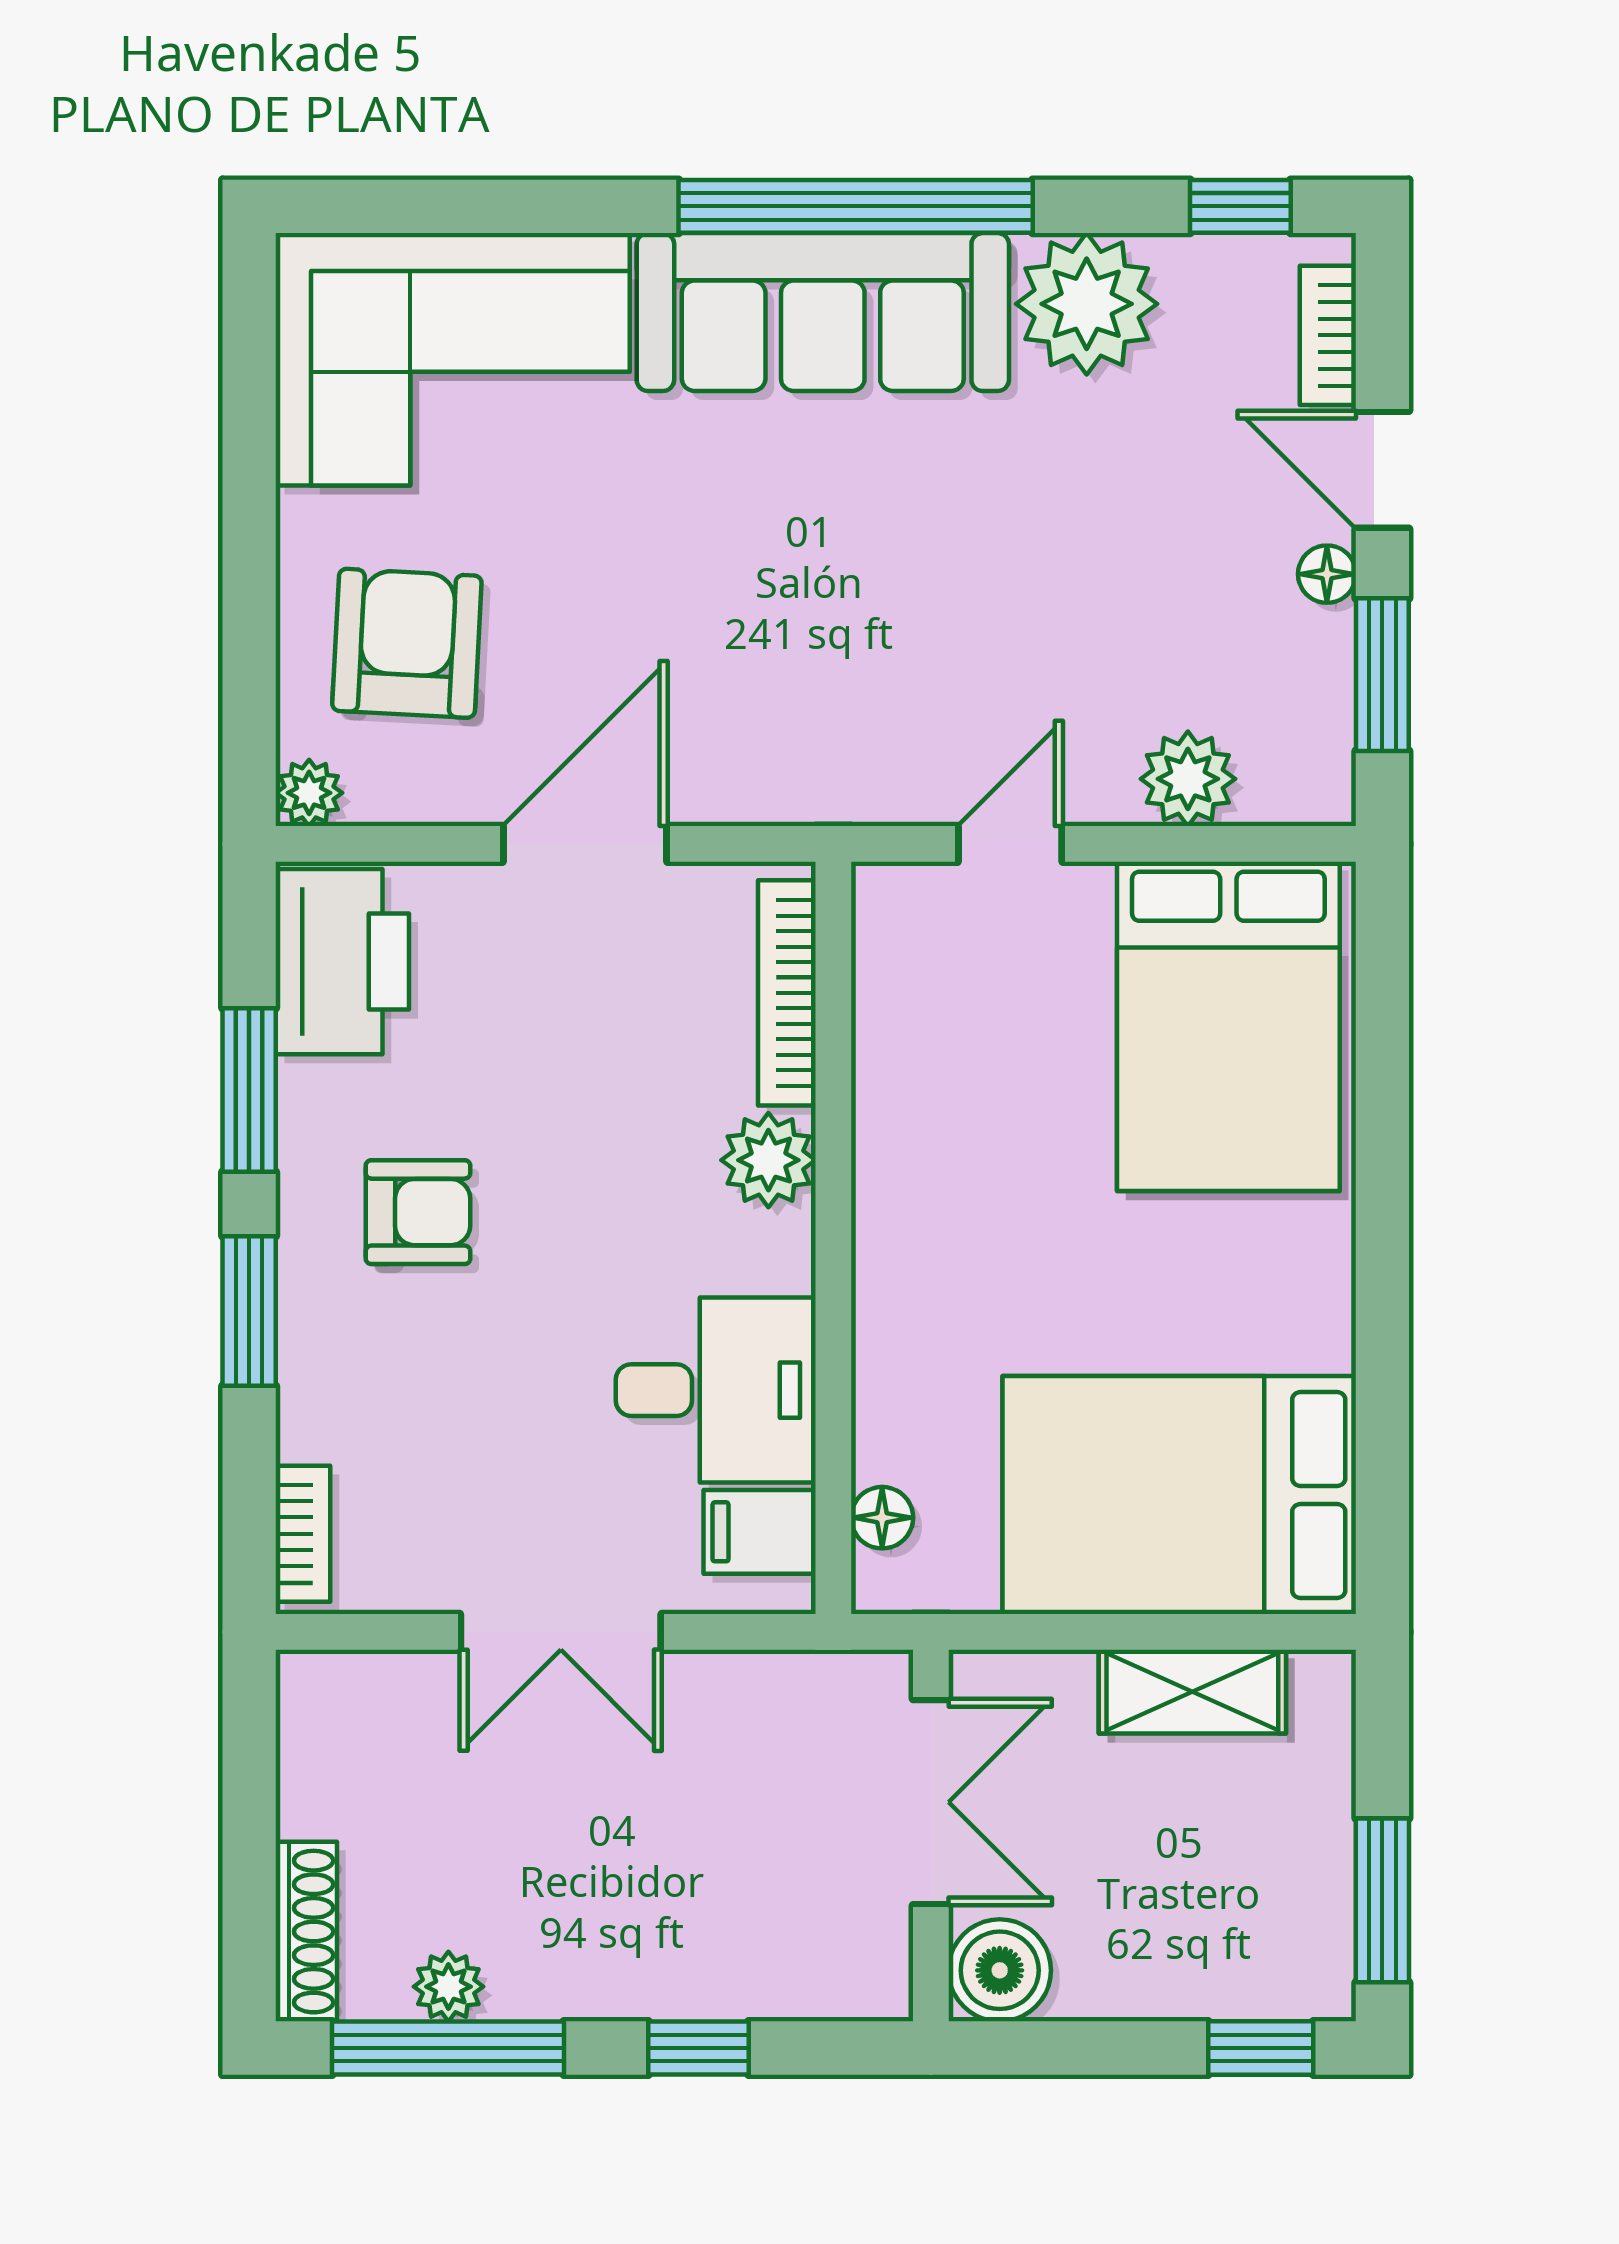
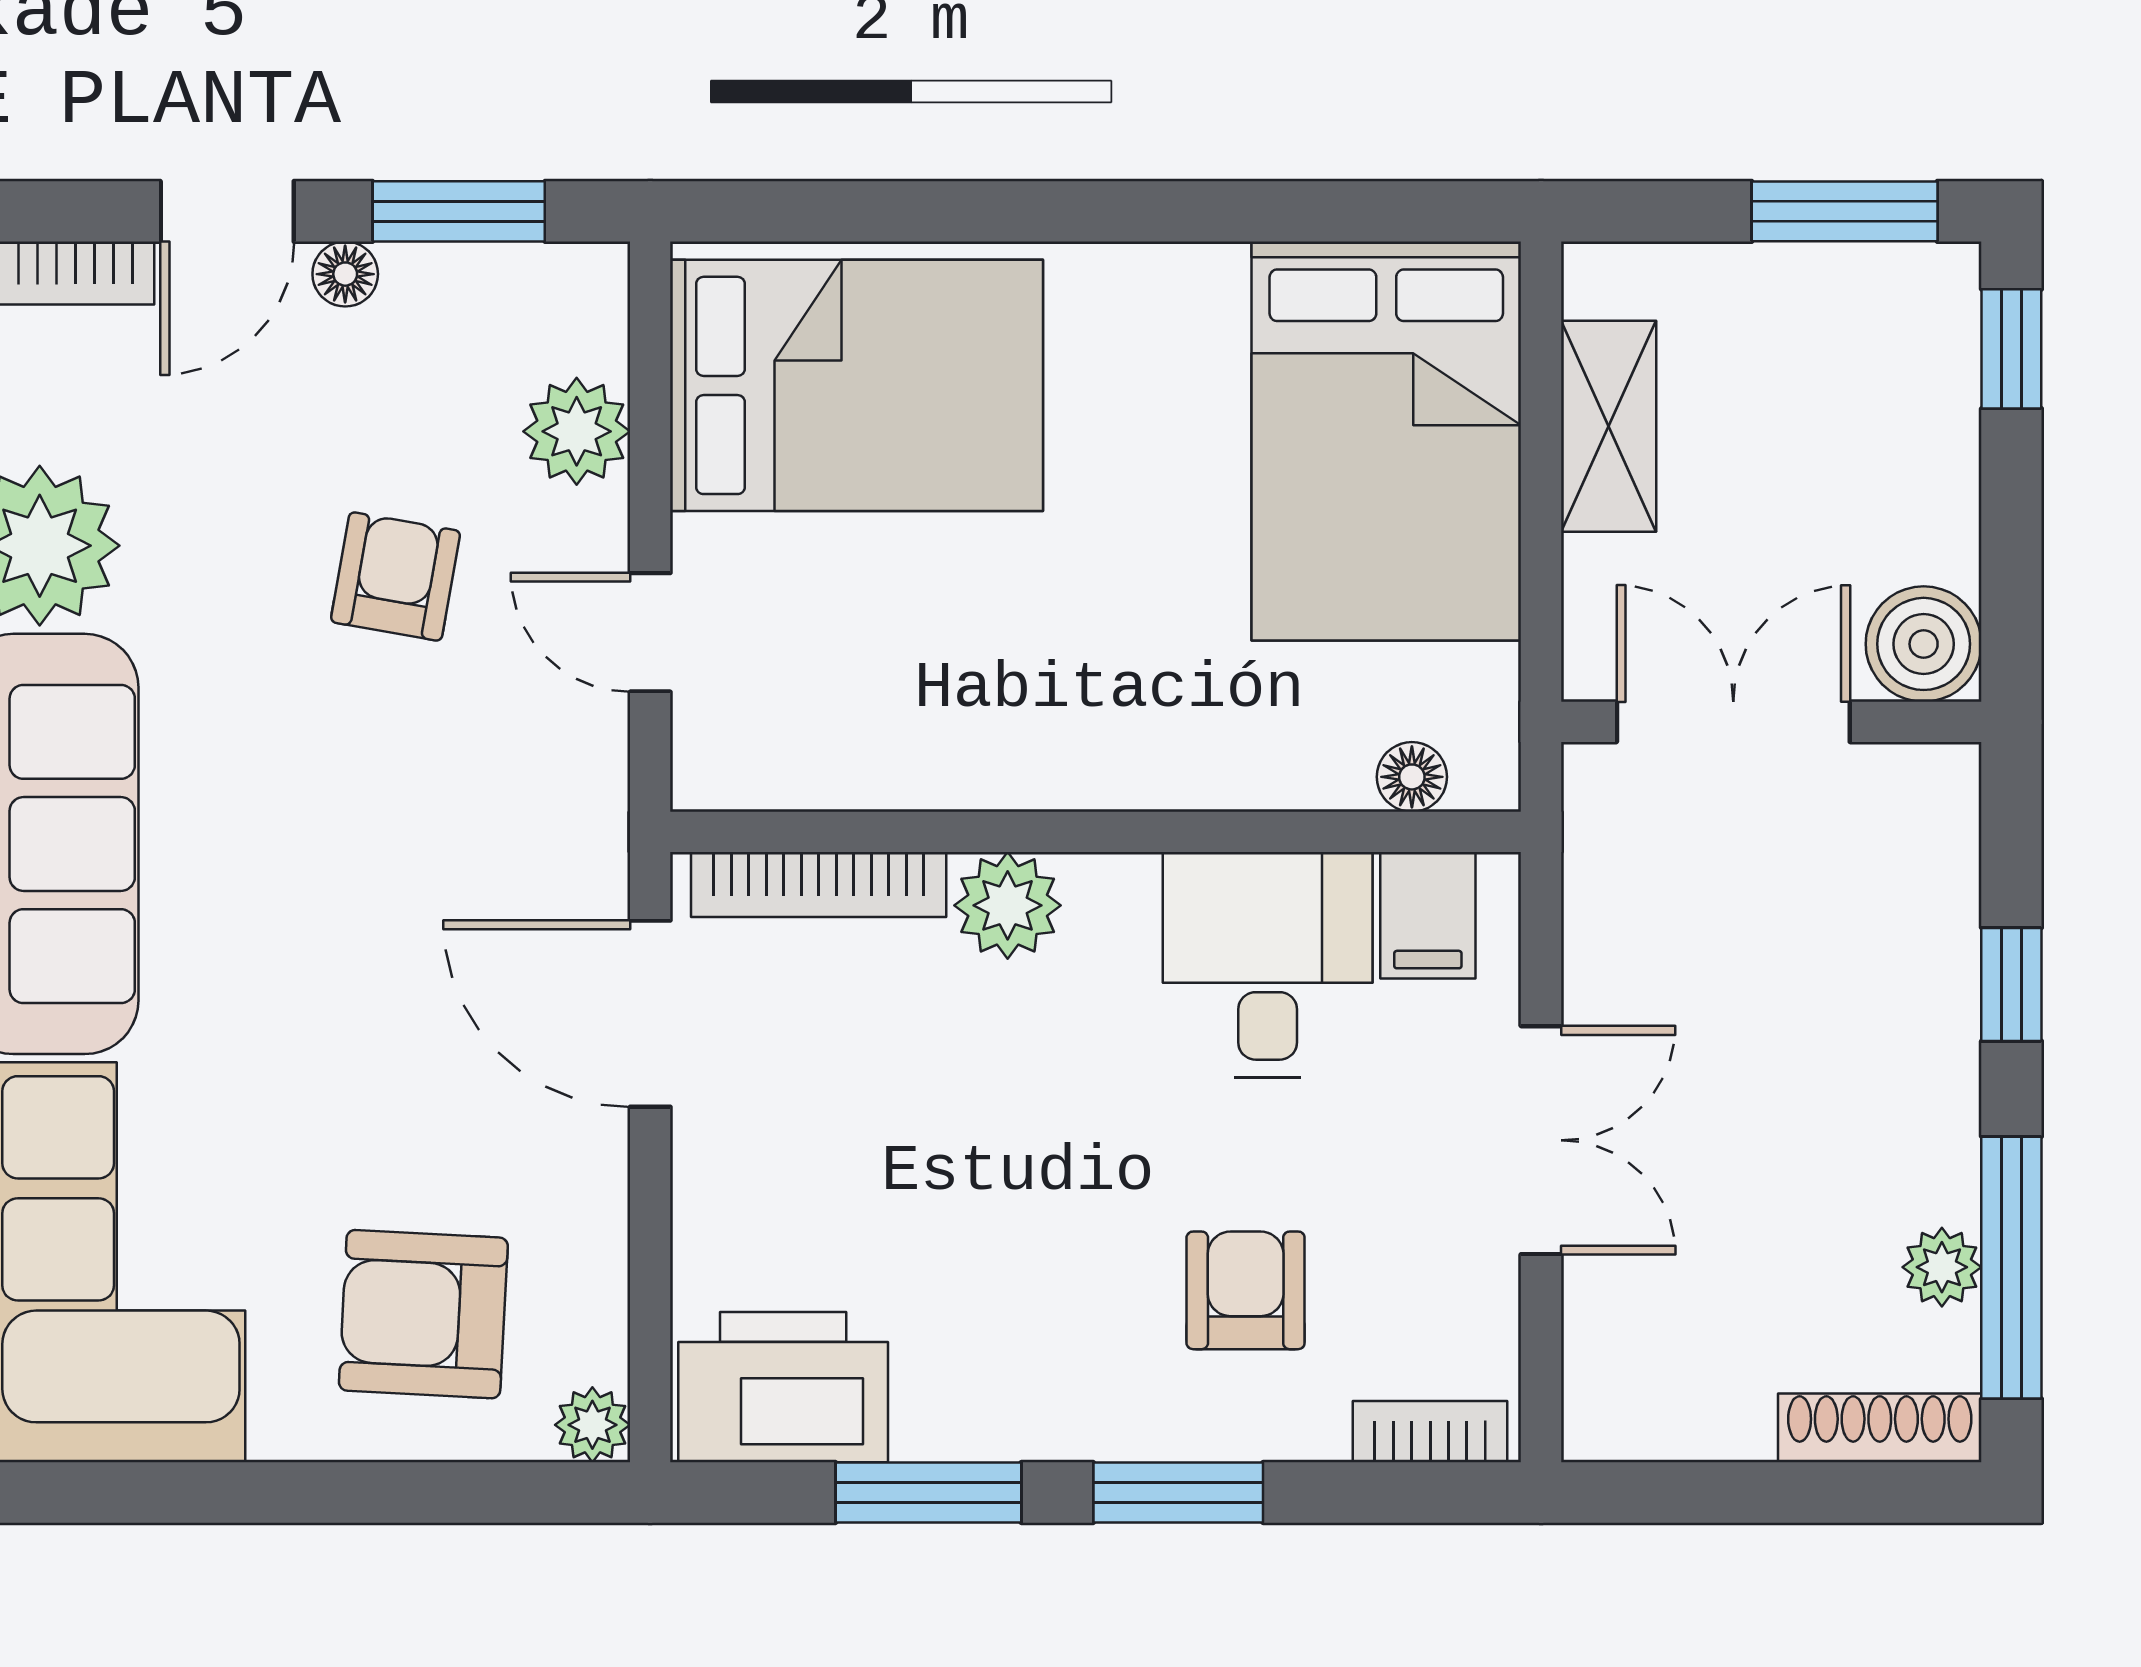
armchair: (1059, 619) -> (395, 576), added
door: (585, 844) -> (650, 1014), moved
armchair: (418, 1212) -> (1246, 1290), moved

